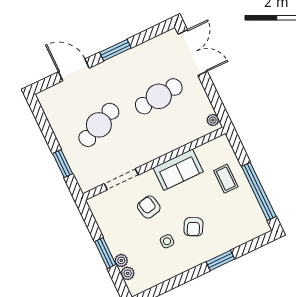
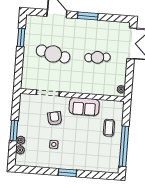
cafe table: (159, 96) -> (97, 57), width x0.73, depth x0.74
cafe table: (99, 125) -> (53, 54), turned 36
window: (63, 164) -> (21, 37), moved
armchair: (193, 227) -> (74, 145), removed
window: (220, 260) -> (67, 173), moved

